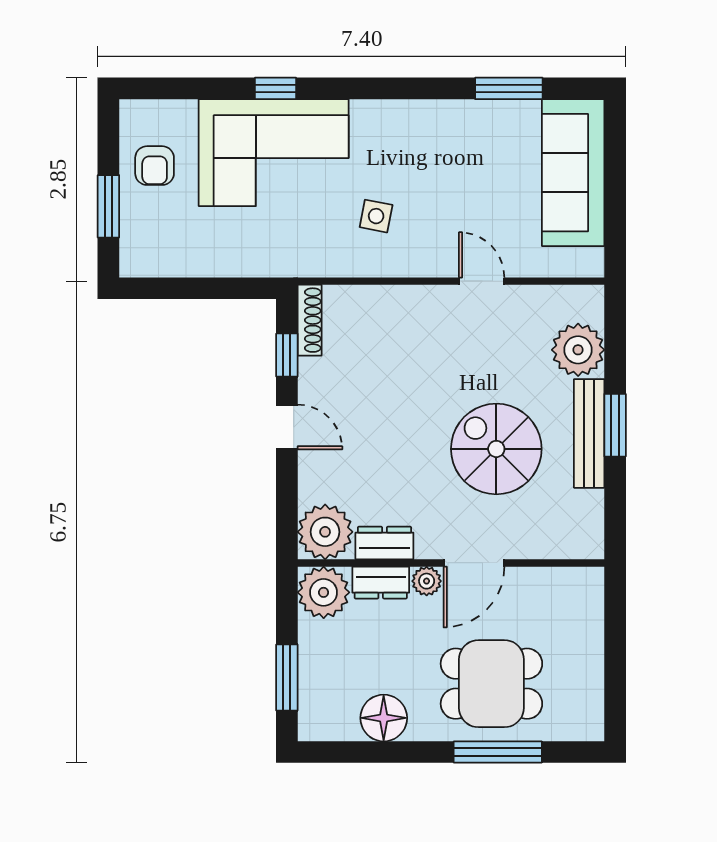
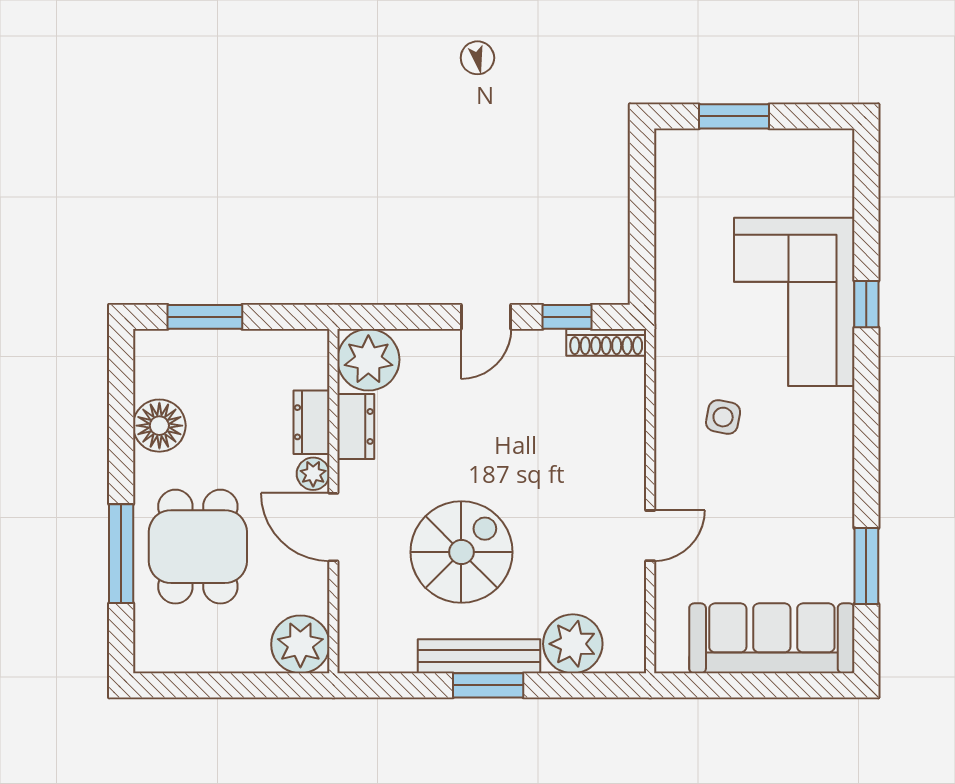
armchair: (155, 166) -> (780, 168), removed
plant: (324, 592) -> (300, 644), moved

